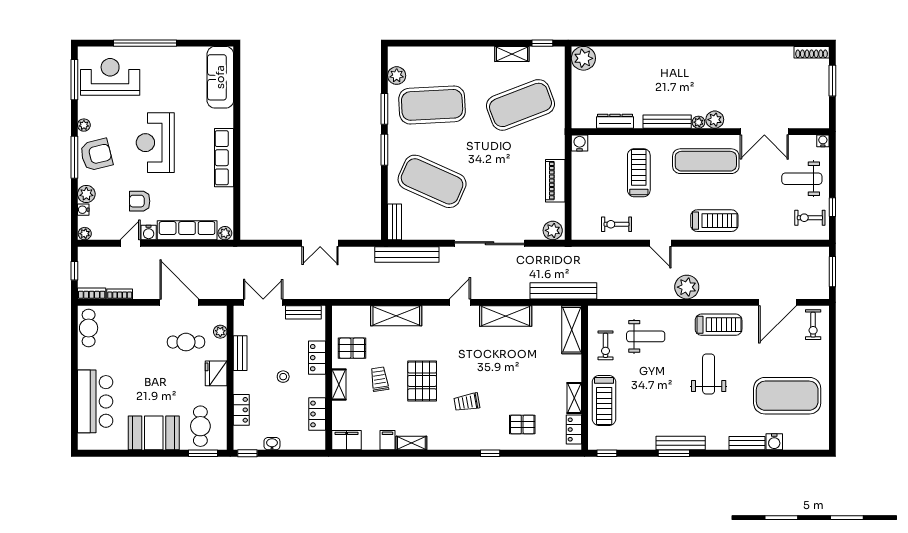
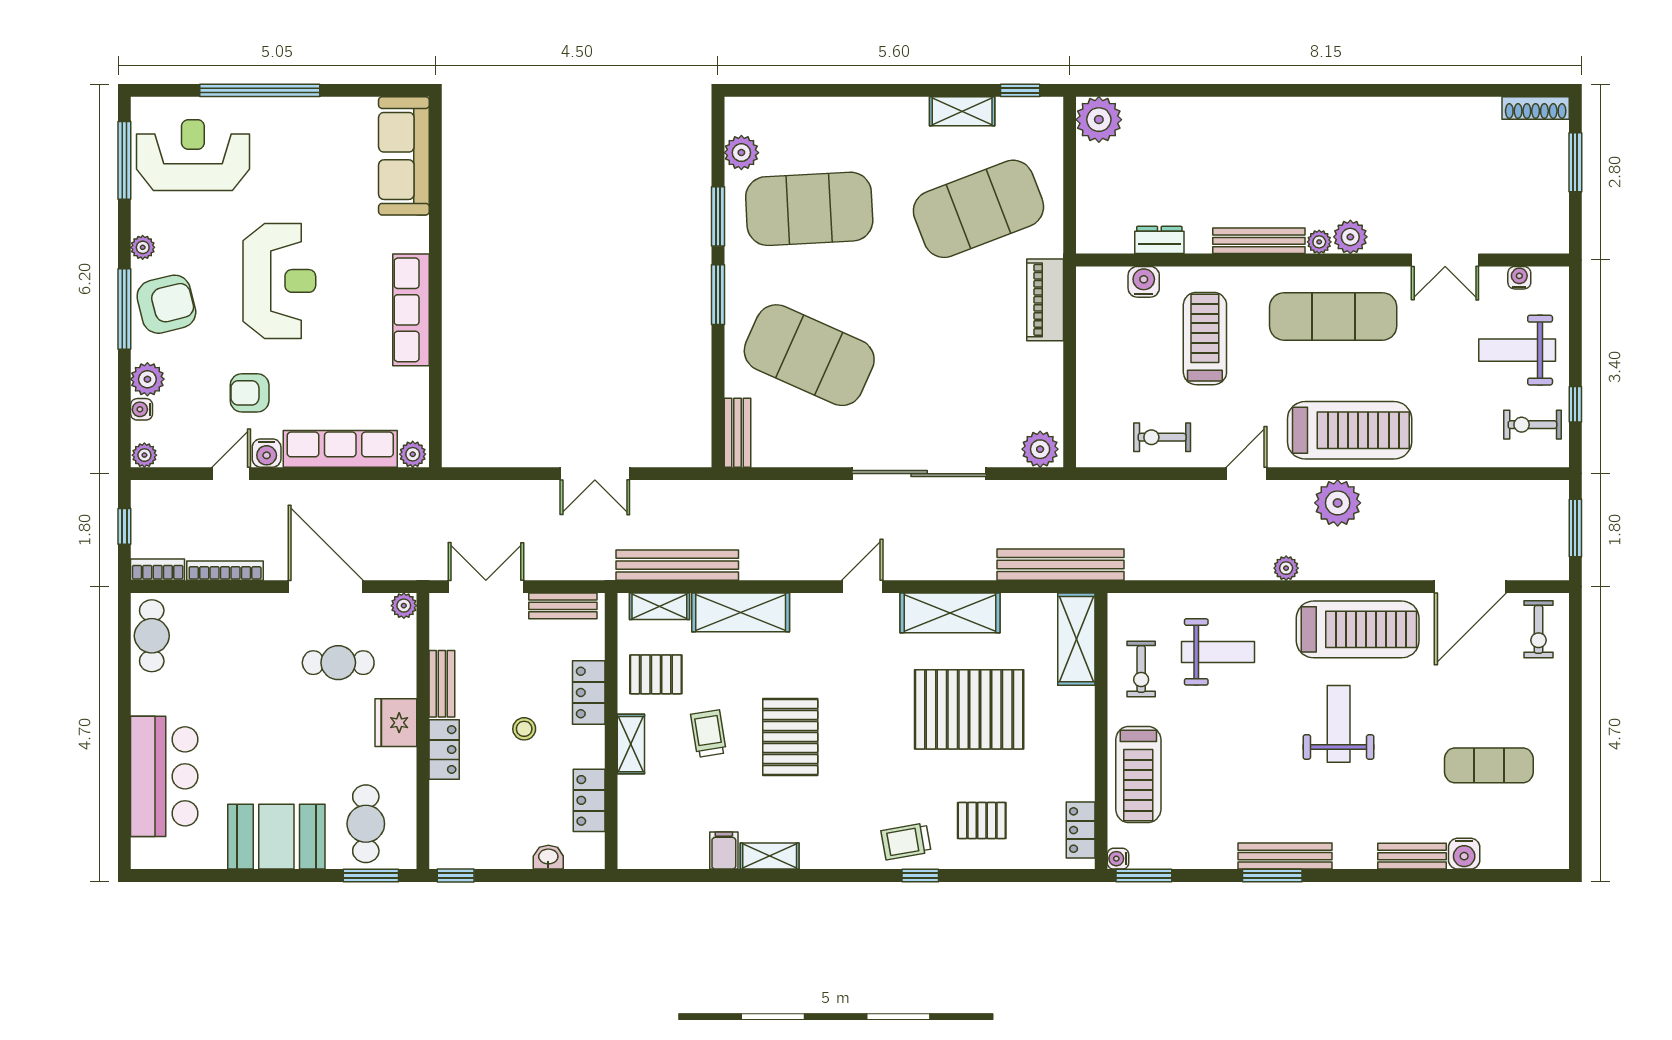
dresser: (615, 121) -> (1159, 240), width x0.70
double door: (764, 132) -> (1445, 260), width x0.73
water cooler: (823, 141) -> (1519, 278), moved
reception desk: (155, 143) -> (279, 281), turned 180
water cooler: (580, 143) -> (1144, 282), moved
piano: (555, 181) -> (1045, 300), moved
treadmill: (714, 221) -> (1350, 430), width x1.37, depth x1.38
door: (661, 243) -> (1246, 474), swing flipped
bench: (407, 254) -> (677, 565), moved
plant: (708, 259) -> (1338, 503), added
plant: (687, 287) -> (1286, 568), width x0.53, depth x0.53
bookcase: (120, 294) -> (225, 571), width x1.56
treadmill: (719, 325) -> (1358, 629), width x1.37, depth x1.38
plant: (220, 332) -> (404, 606), moved
pallet: (516, 366) -> (969, 709), added
exercise mat: (787, 396) -> (1489, 765), width x0.50, depth x0.69
shelving: (574, 398) -> (659, 606), moved, turned 90
trolley: (467, 402) -> (906, 841), moved
locker: (241, 410) -> (444, 750), moved
filing cabinet: (347, 440) -> (646, 851), removed
washbasin: (272, 444) -> (548, 857), moved
water cooler: (593, 444) -> (1118, 859), added
window: (607, 453) -> (1144, 876), width x1.50

